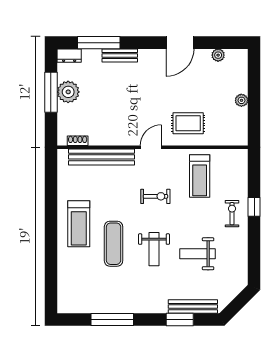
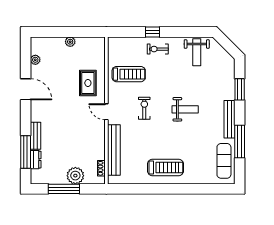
dresser: (69, 56) -> (36, 160), moved
plant: (68, 92) -> (75, 176), moved
exercise mat: (114, 244) -> (224, 161), moved, turned 90
weight bench: (198, 254) -> (197, 52), moved
bench: (193, 307) -> (230, 119), moved

